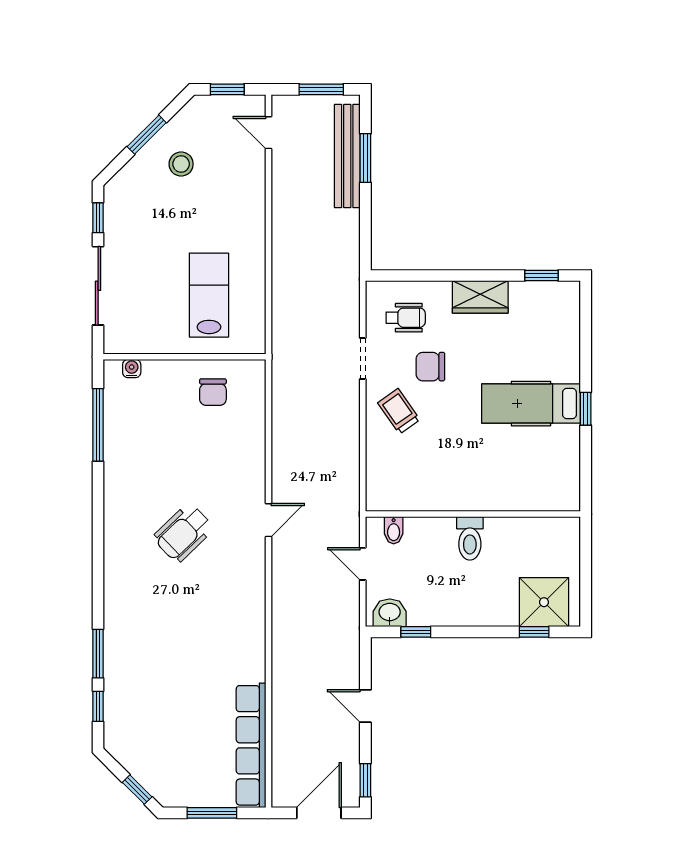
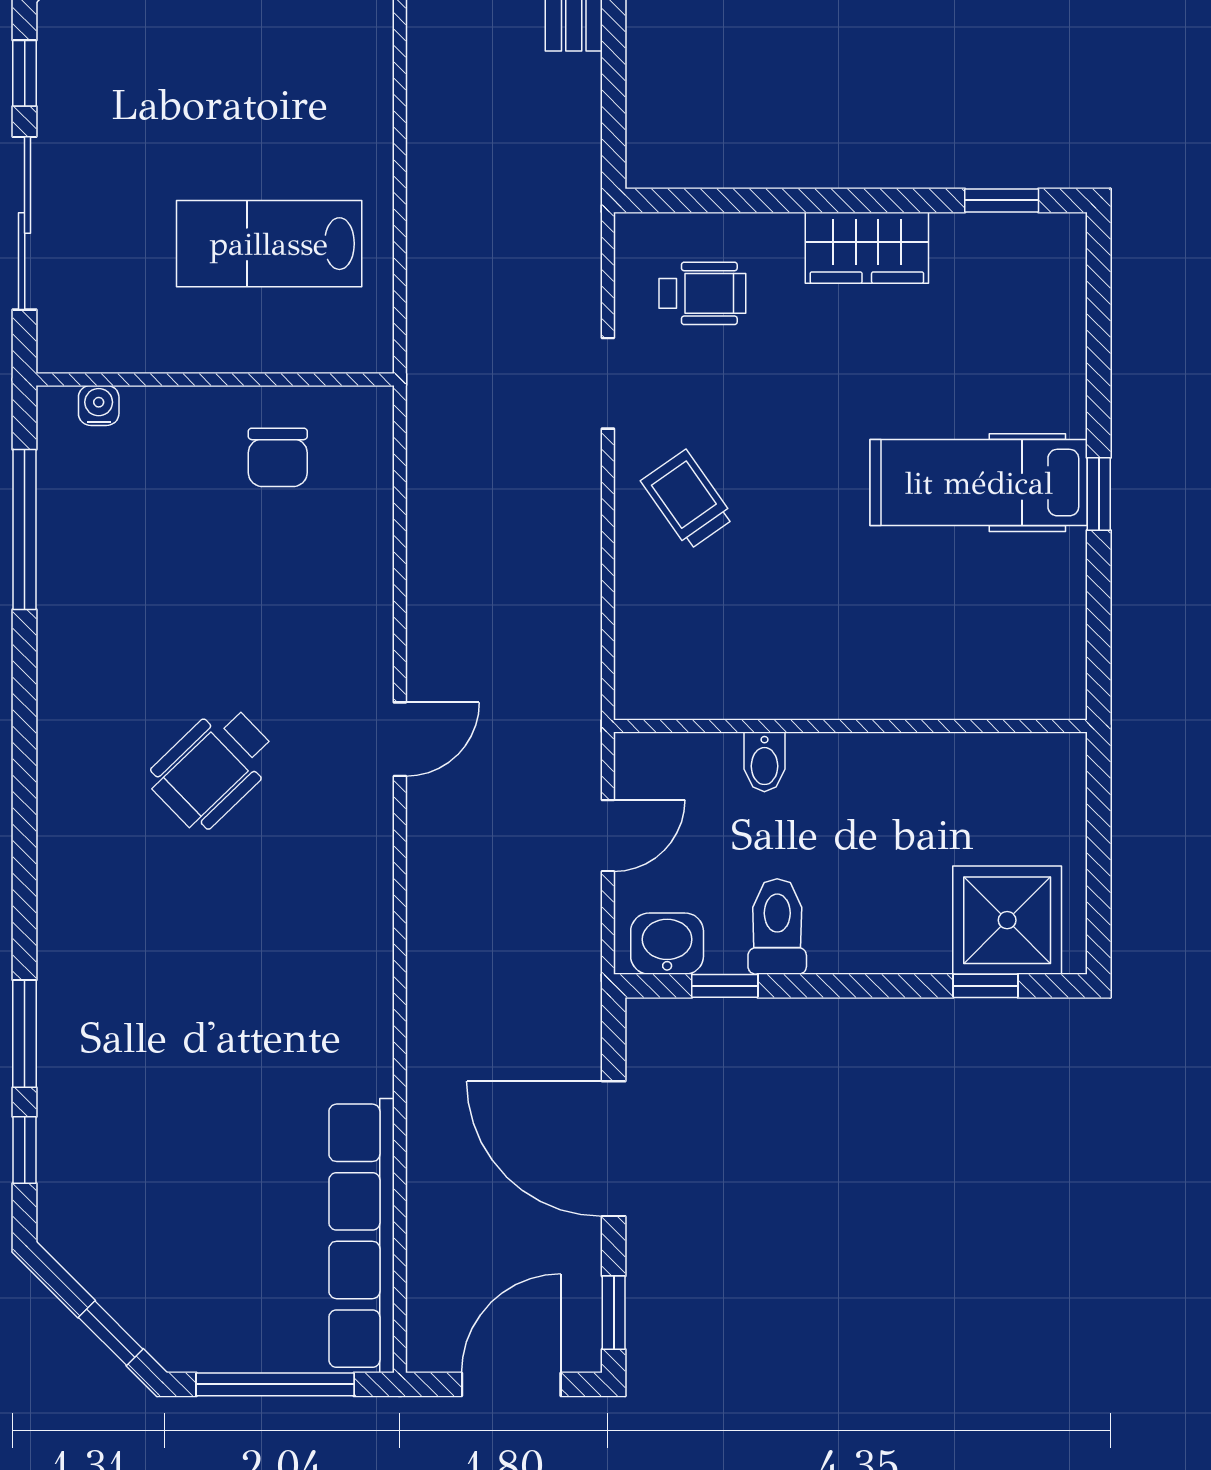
lab bench: (209, 295) -> (269, 244), turned -90
chair: (430, 367) -> (757, 401), removed
bidet: (394, 530) -> (764, 762), moved
toilet: (470, 538) -> (777, 926), moved, turned 180
door: (363, 564) -> (608, 836), swing flipped
door: (365, 706) -> (614, 1149), width x1.88
window: (212, 813) -> (275, 1384), width x1.44

